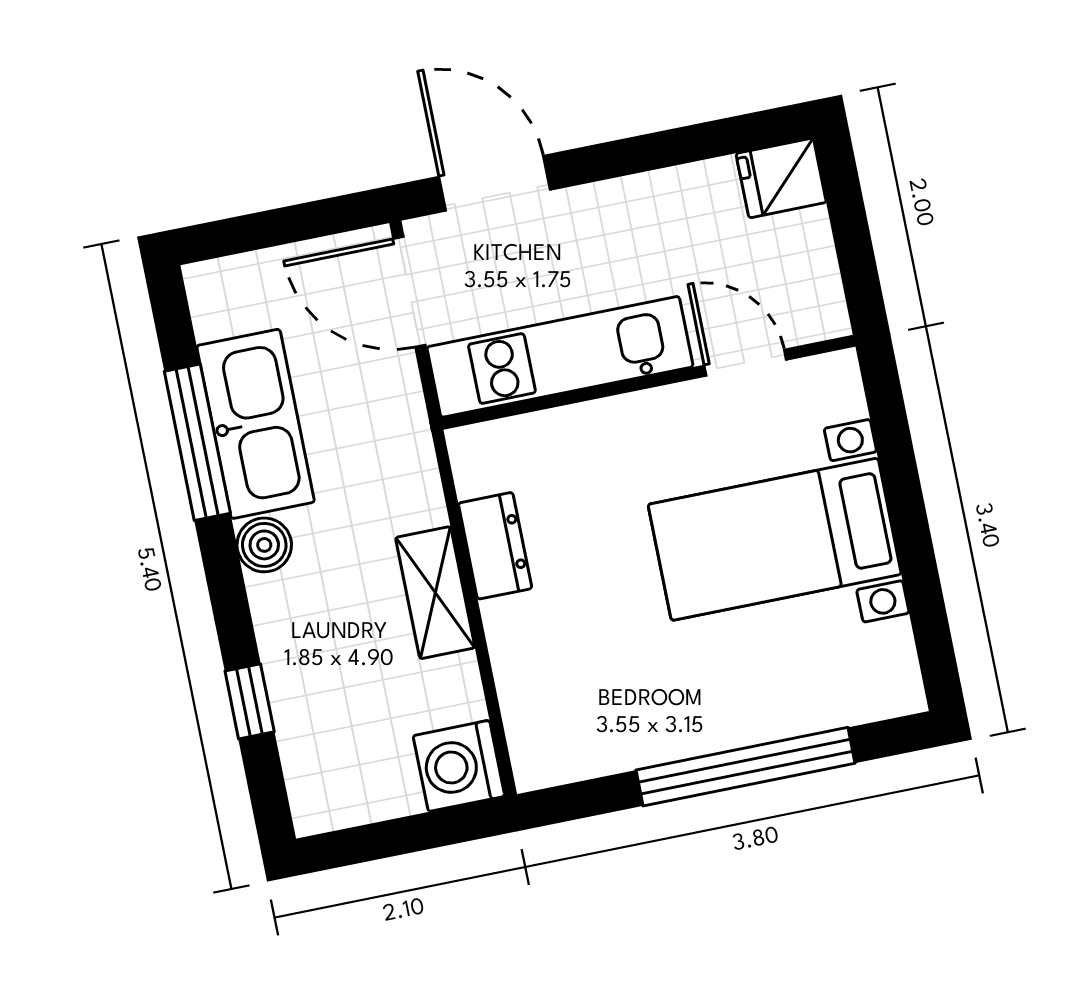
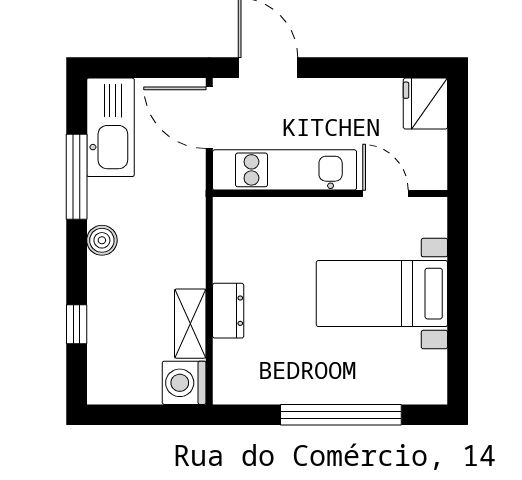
fridge: (781, 178) -> (425, 104), width x1.38
kitchen sink: (256, 424) -> (110, 127), moved
dresser: (495, 546) -> (228, 311), moved
shelving: (435, 593) -> (190, 324), moved

